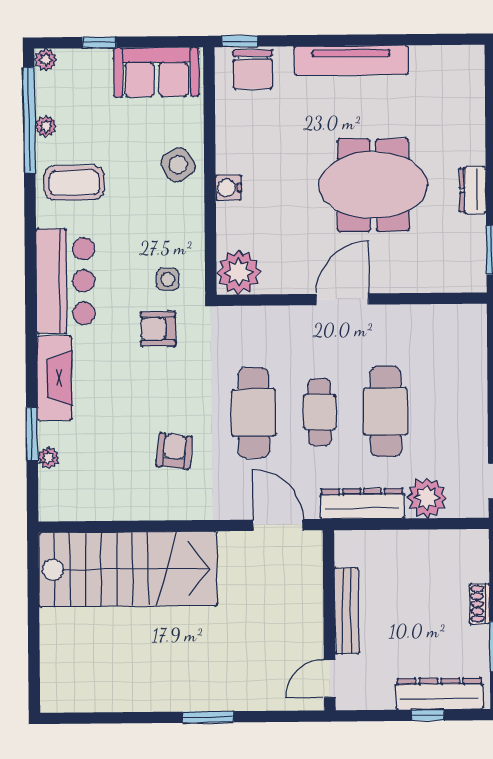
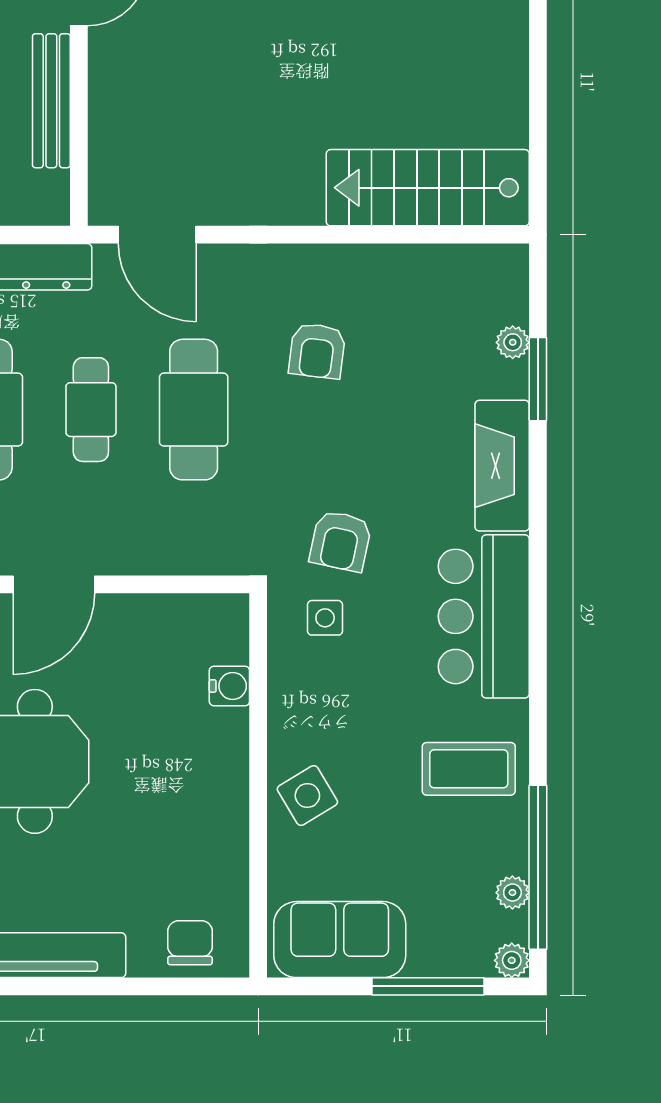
window: (240, 41) -> (210, 986), removed
window: (99, 42) -> (428, 986), width x2.17
chair: (253, 69) -> (190, 943), width x0.73, depth x0.73
plant: (46, 126) -> (512, 893), moved
water cooler: (228, 188) -> (229, 686), moved
plant: (239, 272) -> (215, 628), removed
armchair: (158, 329) -> (341, 541), turned 102
stairs: (128, 569) -> (428, 188), width x0.73, depth x0.66

